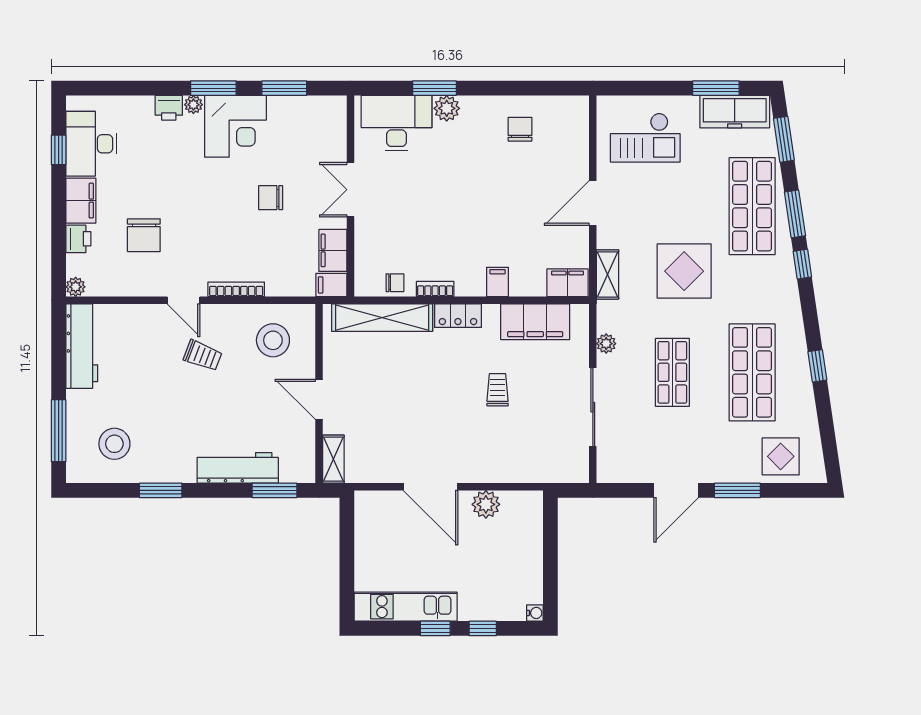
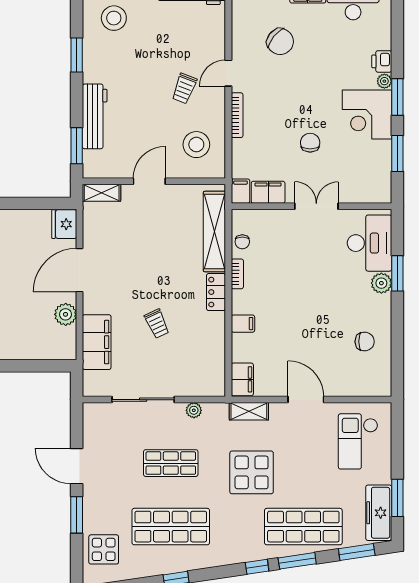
chair: (144, 235) -> (280, 42), turned -141
filing cabinet: (535, 322) -> (97, 342), moved, turned 180
trolley: (498, 390) -> (157, 324), turned 65
fridge: (373, 506) -> (64, 224), added

